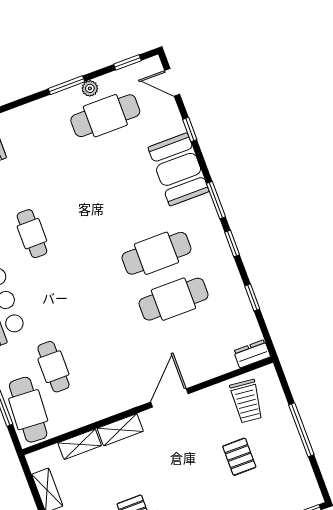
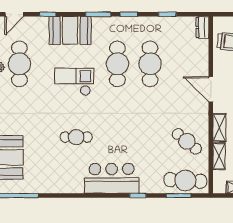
checkout: (109, 202) -> (74, 82), added
cafe table: (53, 367) -> (187, 141), moved, turned 39

